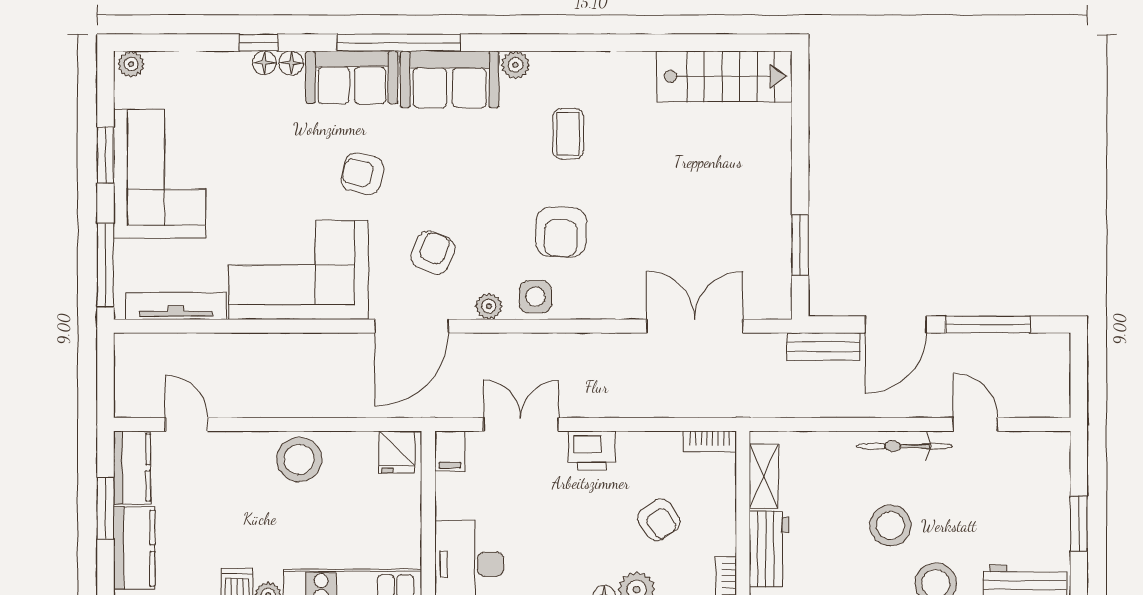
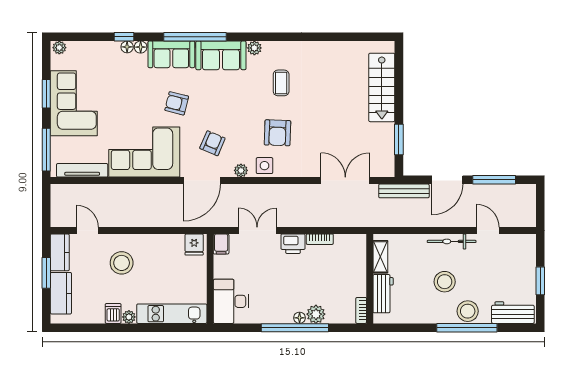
stairs: (724, 76) -> (382, 87), moved, turned 90
bench: (823, 347) -> (404, 191), width x1.36
bookcase: (710, 442) -> (320, 239), moved
stool: (299, 459) -> (122, 263), moved
armchair: (659, 520) -> (327, 279), removed

